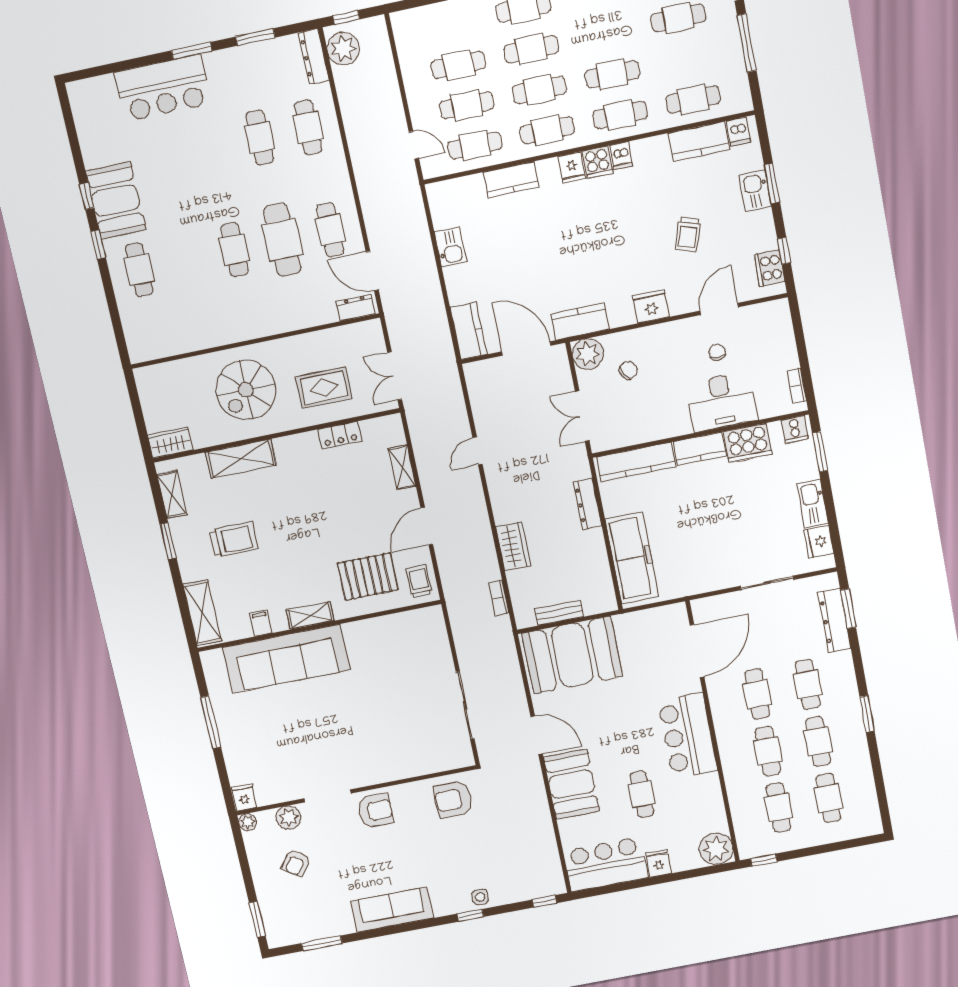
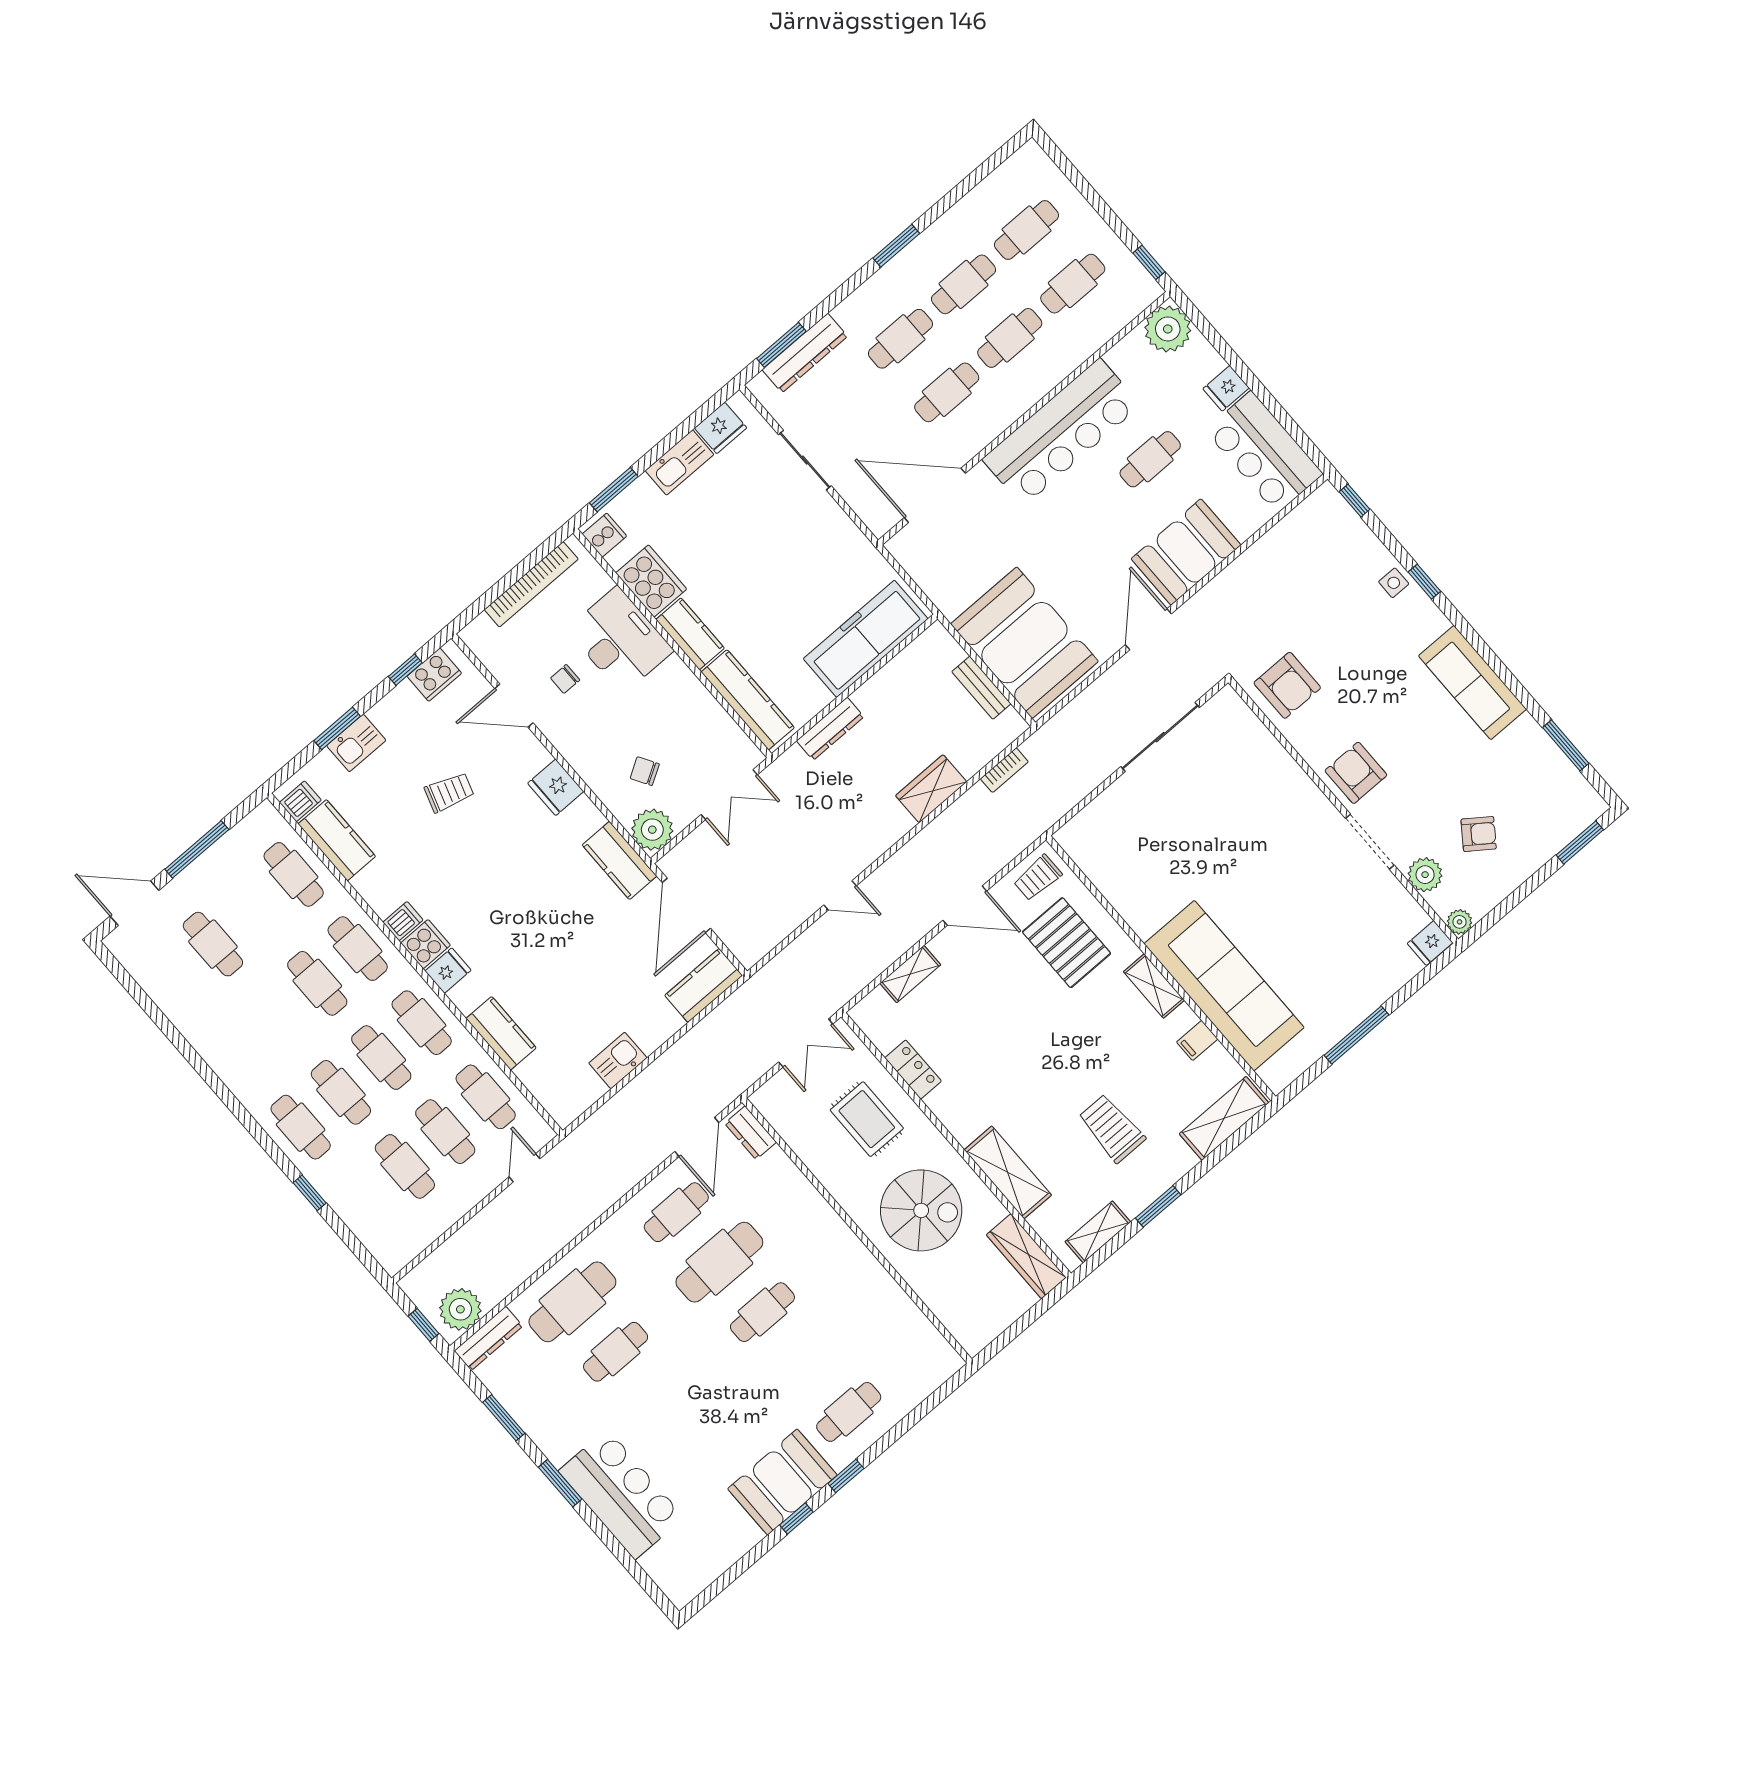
cafe table: (308, 127) -> (572, 1302), width x1.37, depth x1.35
bookcase: (797, 386) -> (531, 584), width x2.31, depth x1.31
wardrobe: (170, 443) -> (1026, 1256), width x1.50
bar counter: (688, 736) -> (1061, 432), width x1.36

